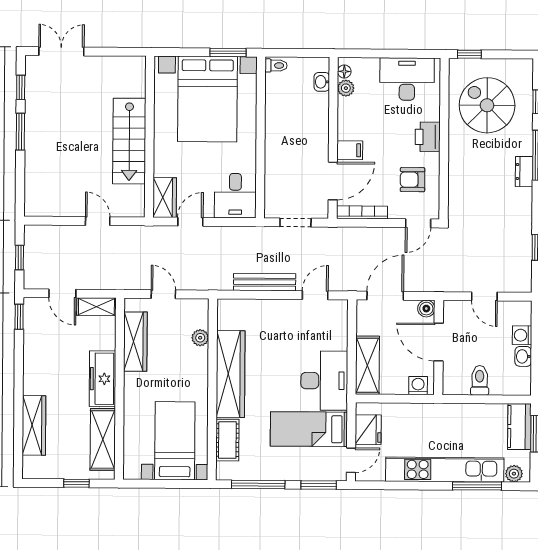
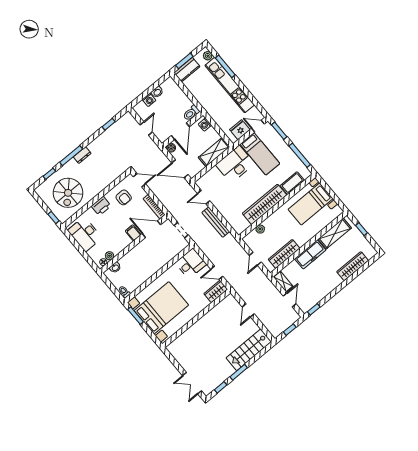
stairs: (129, 141) -> (249, 350), moved, turned 180
toilet: (480, 380) -> (191, 113), moved

